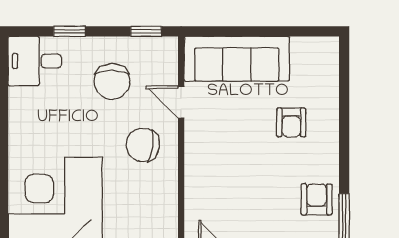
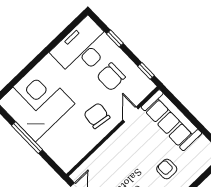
desk: (35, 61) -> (82, 48), width x1.87, depth x1.30
armchair: (291, 122) -> (167, 169), turned 90

